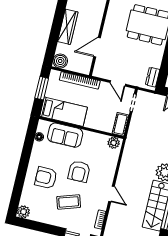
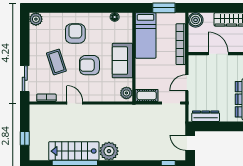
dresser: (153, 77) -> (206, 116), width x1.44
sofa: (65, 135) -> (122, 61), moved
door: (112, 194) -> (75, 103), swing flipped

